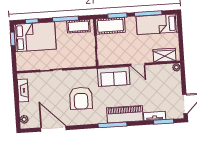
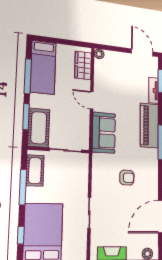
door: (138, 65) -> (92, 100), swing flipped
armchair: (81, 98) -> (127, 178), width x0.53, depth x0.53

